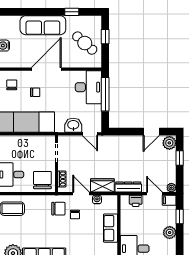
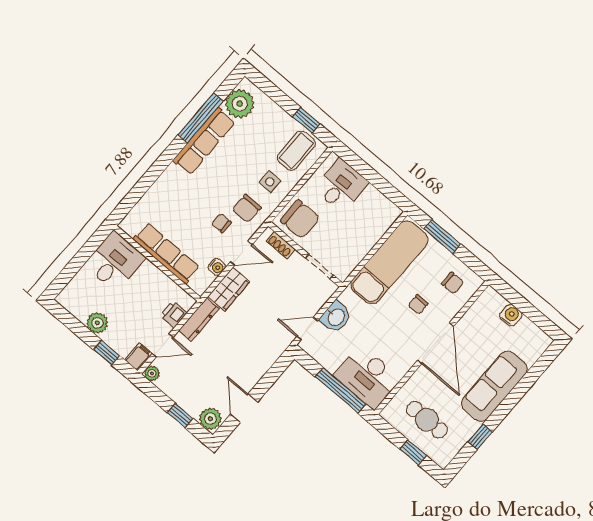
cafe table: (85, 43) -> (427, 420), turned 48
side table: (37, 209) -> (270, 182), added
row of seats: (111, 228) -> (166, 253), width x1.48

